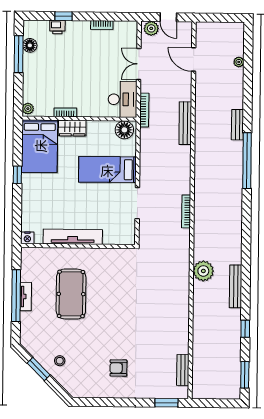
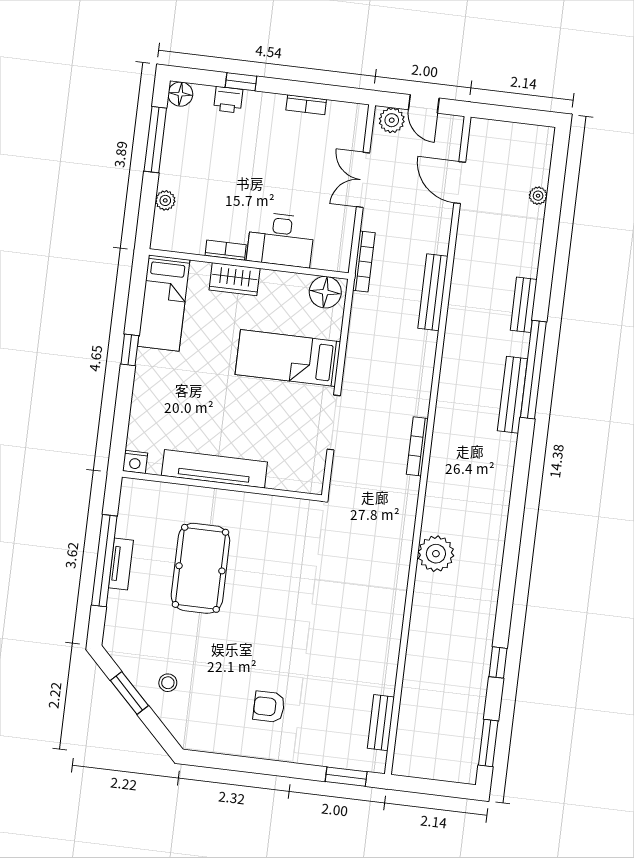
floor lamp: (30, 45) -> (180, 94), moved
desk: (123, 99) -> (281, 240), moved, turned 90
plant: (28, 109) -> (165, 200), moved
bed: (40, 146) -> (164, 303), width x0.67
bench: (236, 286) -> (512, 395), moved

